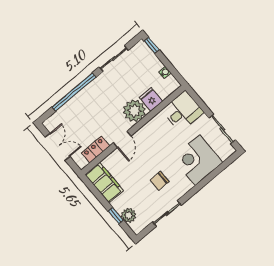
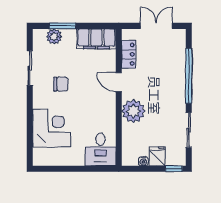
fridge: (151, 99) -> (157, 156), moved, turned -90
sliding door: (222, 129) -> (60, 169), removed
double door: (58, 147) -> (156, 26), swing flipped
chair: (159, 181) -> (61, 84), turned 90
window: (116, 216) -> (62, 26), width x1.50

